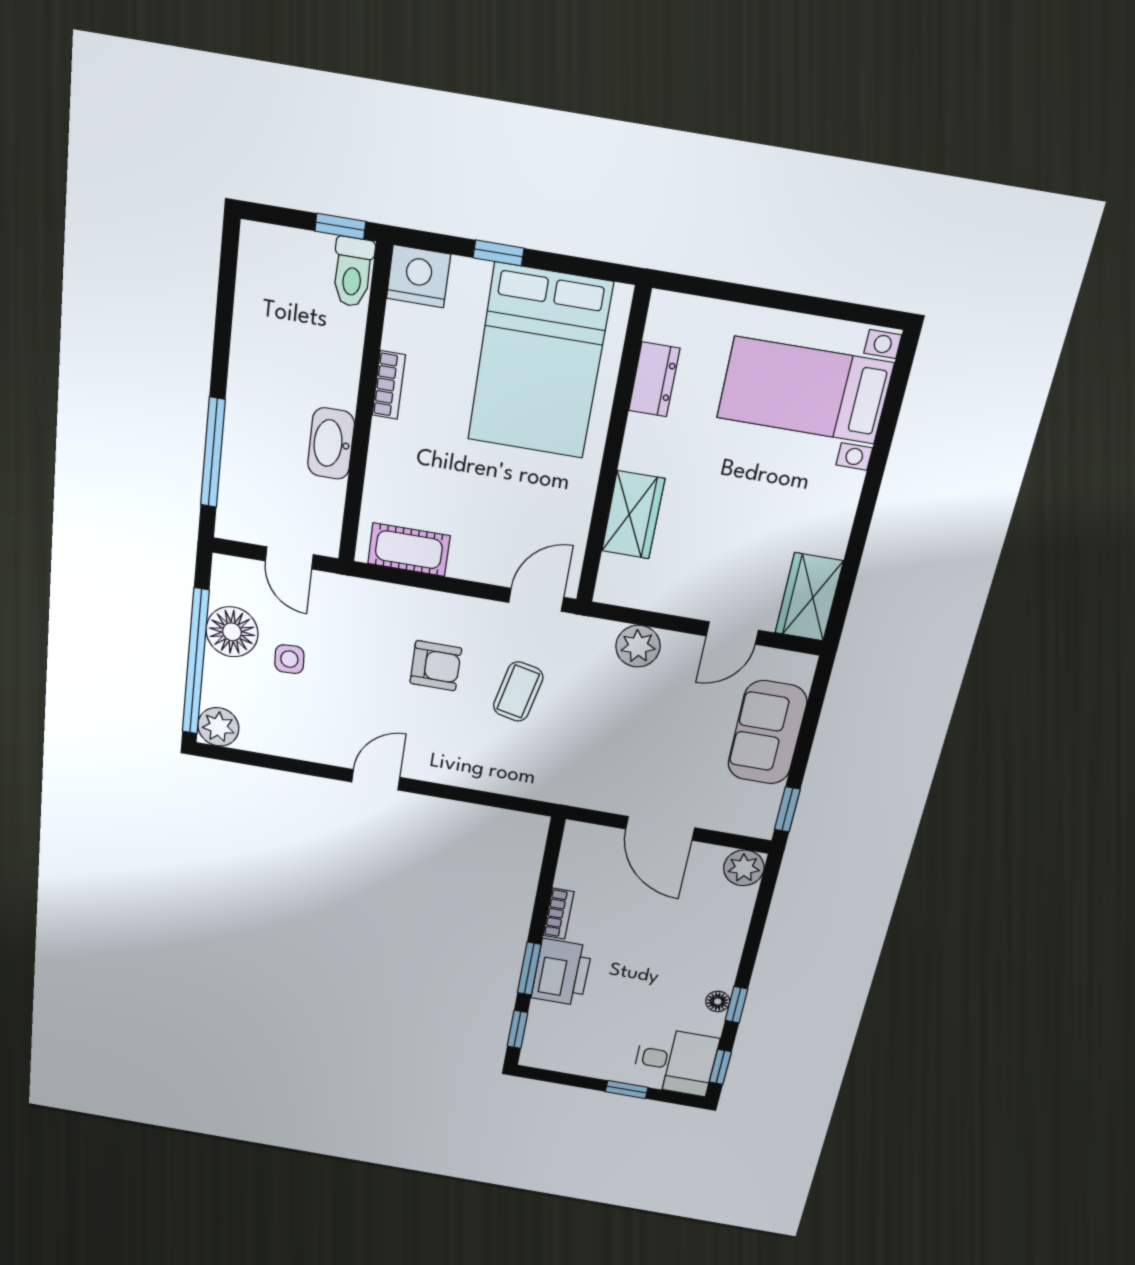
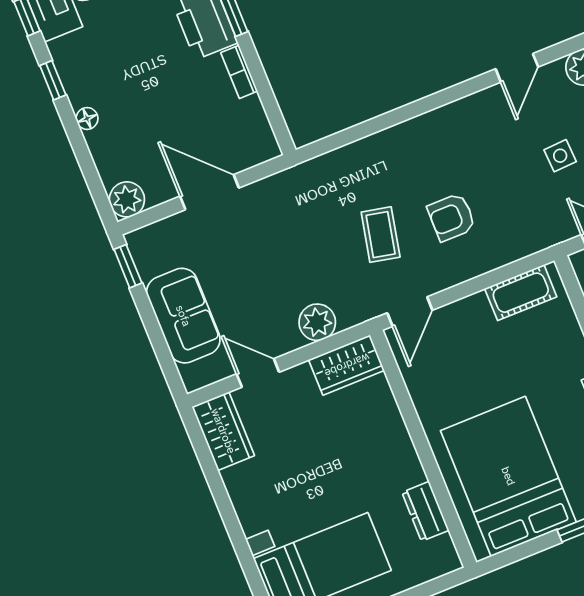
wardrobe: (633, 515) -> (347, 365), moved, turned -90
door: (732, 633) -> (258, 373), hinge flipped
door: (376, 780) -> (517, 68), moved
floor lamp: (718, 1001) -> (87, 118), moved

